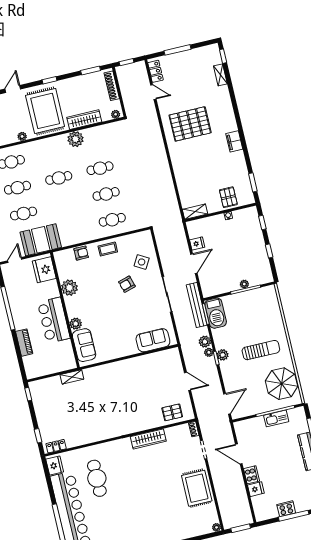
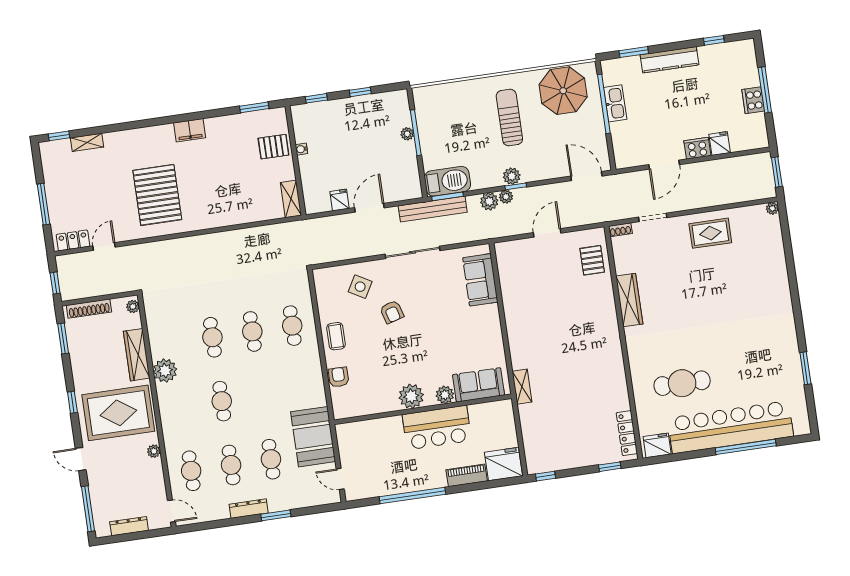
door: (194, 264) -> (369, 208), hinge flipped
fridge: (44, 270) -> (504, 464), moved, turned 180
plant: (69, 288) -> (411, 396), moved
shelving: (72, 377) -> (522, 387), moved
locker: (56, 446) -> (627, 433), width x1.53
rug: (197, 488) -> (710, 233), width x0.73, depth x0.70

